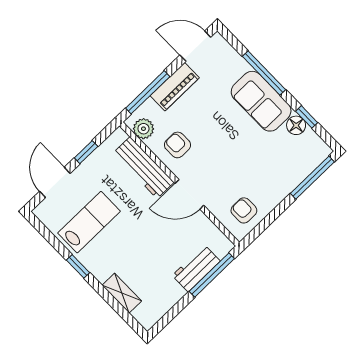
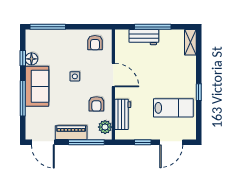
side table: (230, 152) -> (75, 76), added
workbench: (144, 168) -> (123, 114), width x0.73
lab bench: (89, 222) -> (173, 108), turned 180
window: (212, 275) -> (153, 27), moved
shelving: (122, 293) -> (190, 42), moved

